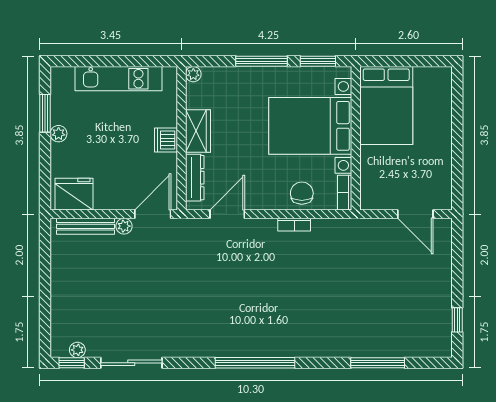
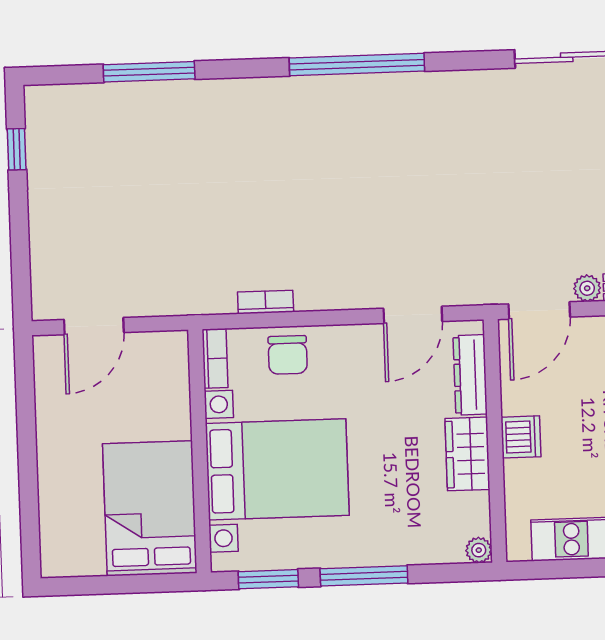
door: (415, 214) -> (94, 326), swing flipped
bookcase: (294, 225) -> (266, 302), moved

